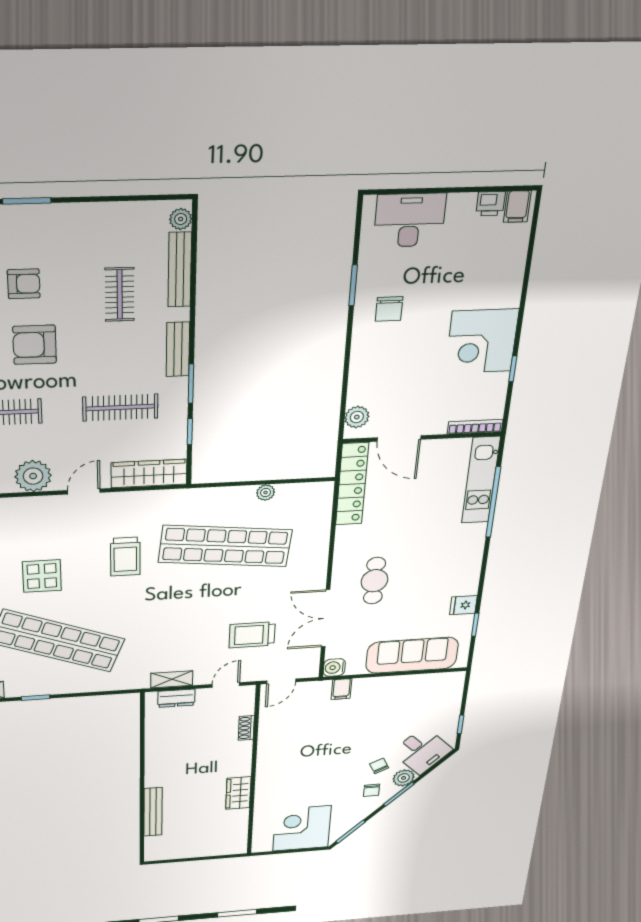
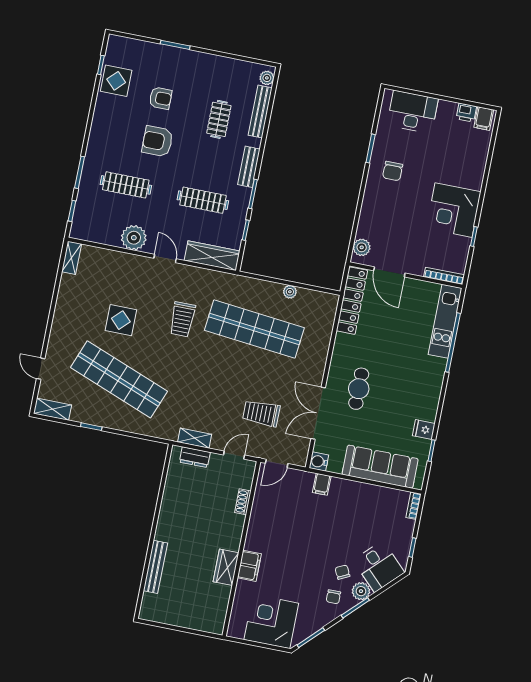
door: (84, 491) -> (165, 259), hinge flipped
bookcase: (458, 684) -> (413, 506), added
filing cabinet: (266, 785) -> (249, 566), added

